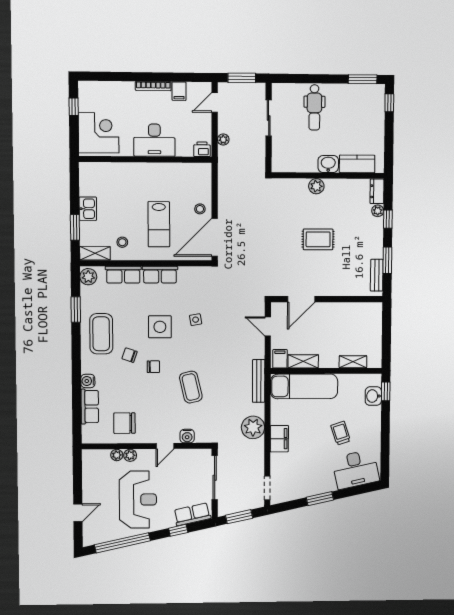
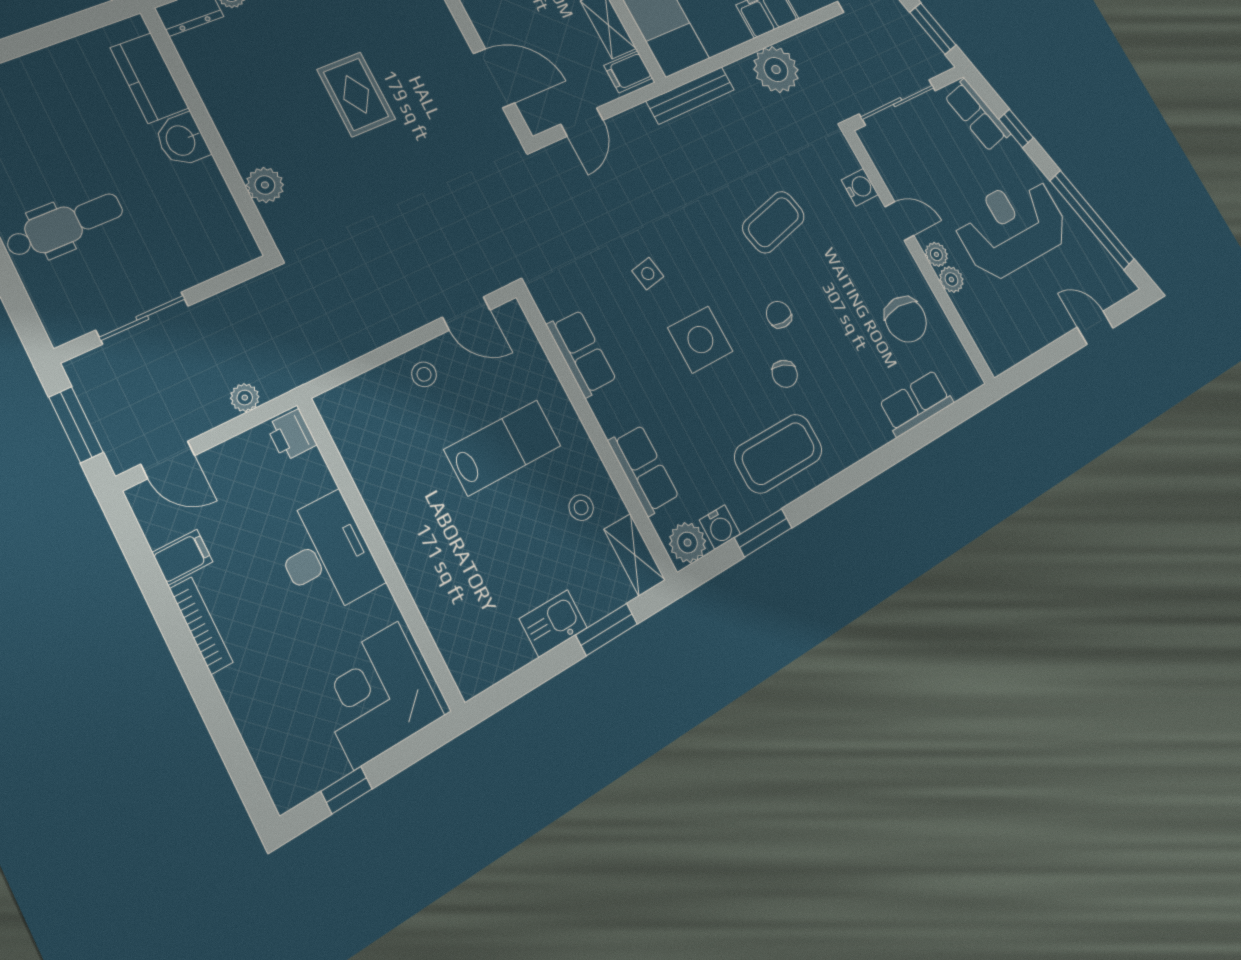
plant: (316, 186) -> (265, 185), moved
door: (215, 237) -> (466, 313), width x0.53
row of seats: (160, 275) -> (582, 353), moved
water cooler: (88, 381) -> (720, 527), moved
plant: (117, 455) -> (936, 254), moved

